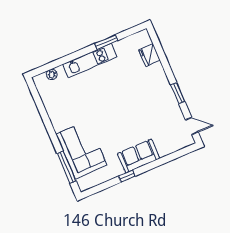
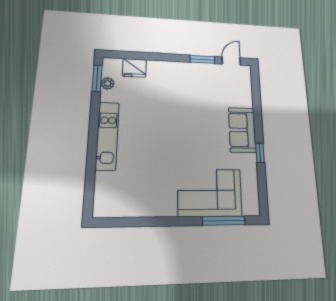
window: (106, 42) -> (97, 78), moved
plant: (52, 74) -> (108, 83), moved
window: (178, 93) -> (202, 59), moved

